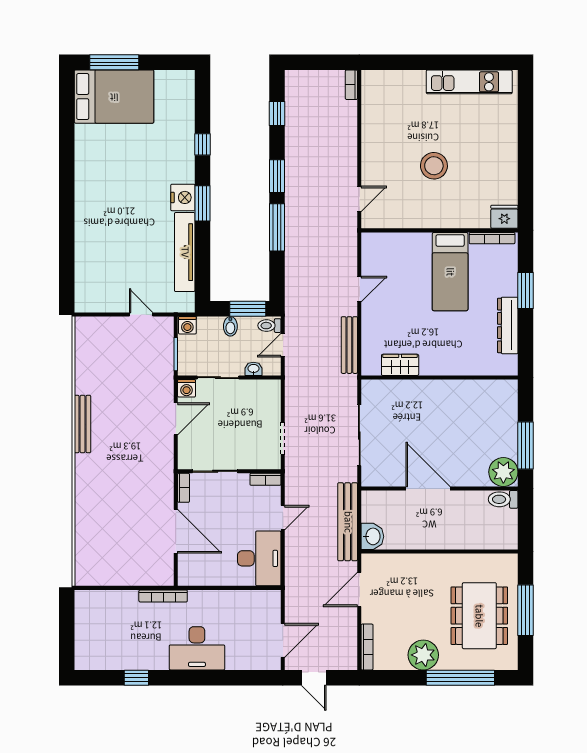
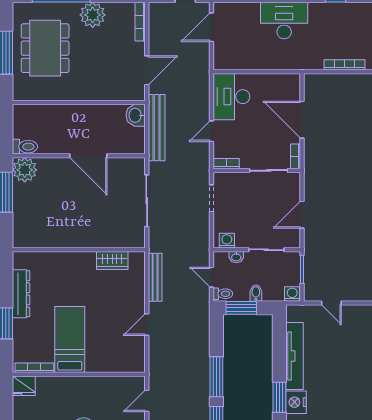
door: (283, 345) -> (211, 277), swing flipped
washing machine: (187, 388) -> (227, 241), moved
bookcase: (163, 596) -> (345, 65), moved

